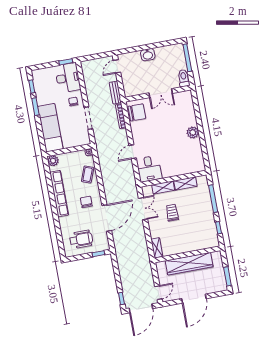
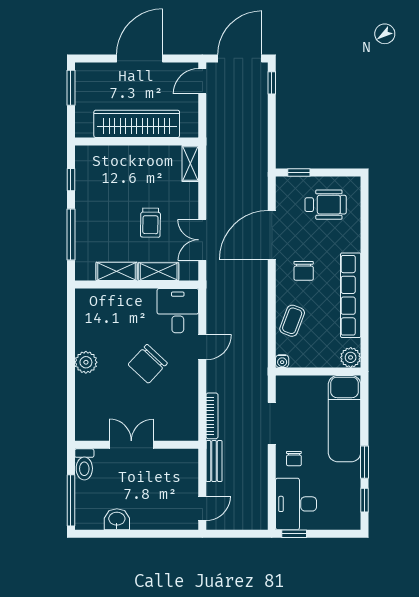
washbasin: (148, 55) -> (117, 519), moved
chair: (137, 112) -> (148, 364), moved, turned -47
wheelchair: (81, 239) -> (326, 205), turned 180

